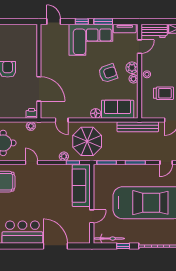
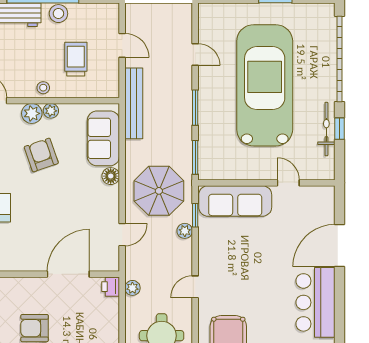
bicycle: (109, 239) -> (326, 129), moved

